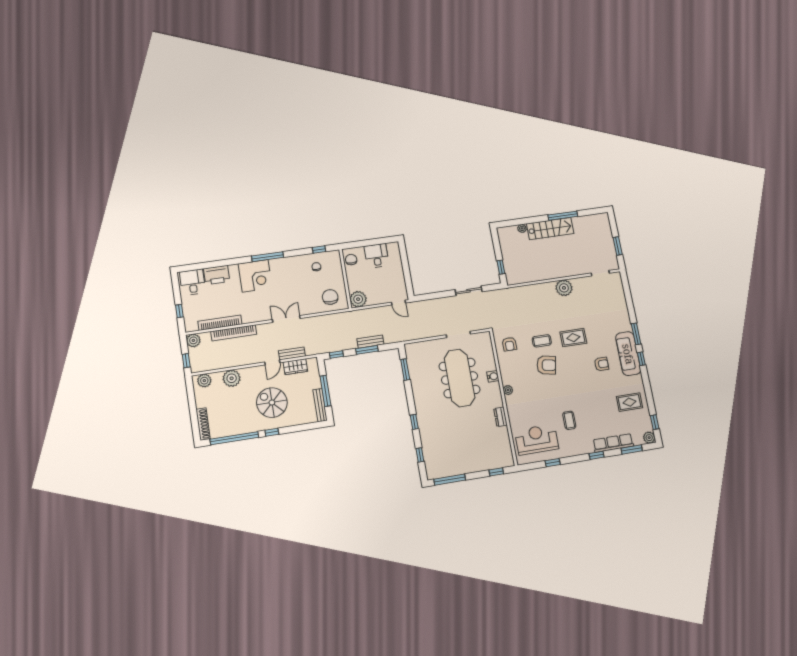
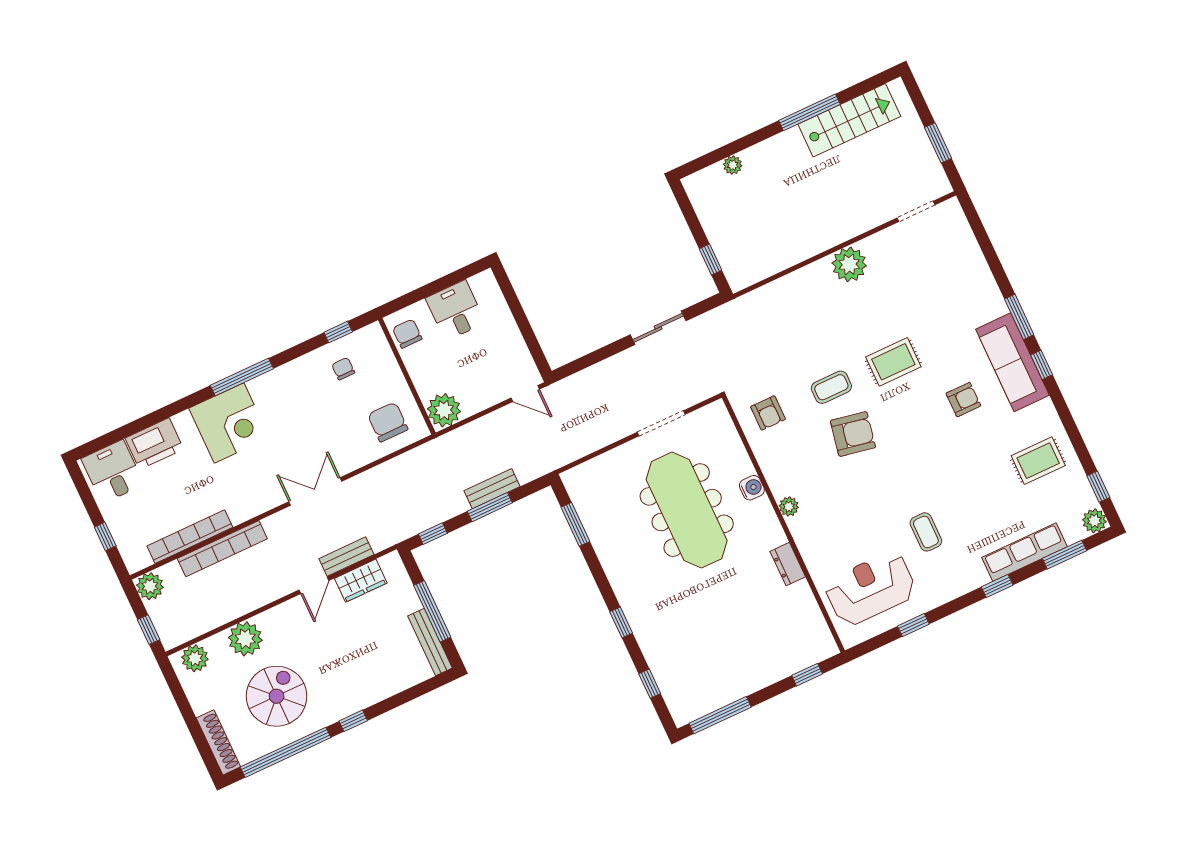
stairs: (550, 229) -> (849, 120), moved
spiral stairs: (272, 403) -> (277, 696), moved, turned 90

